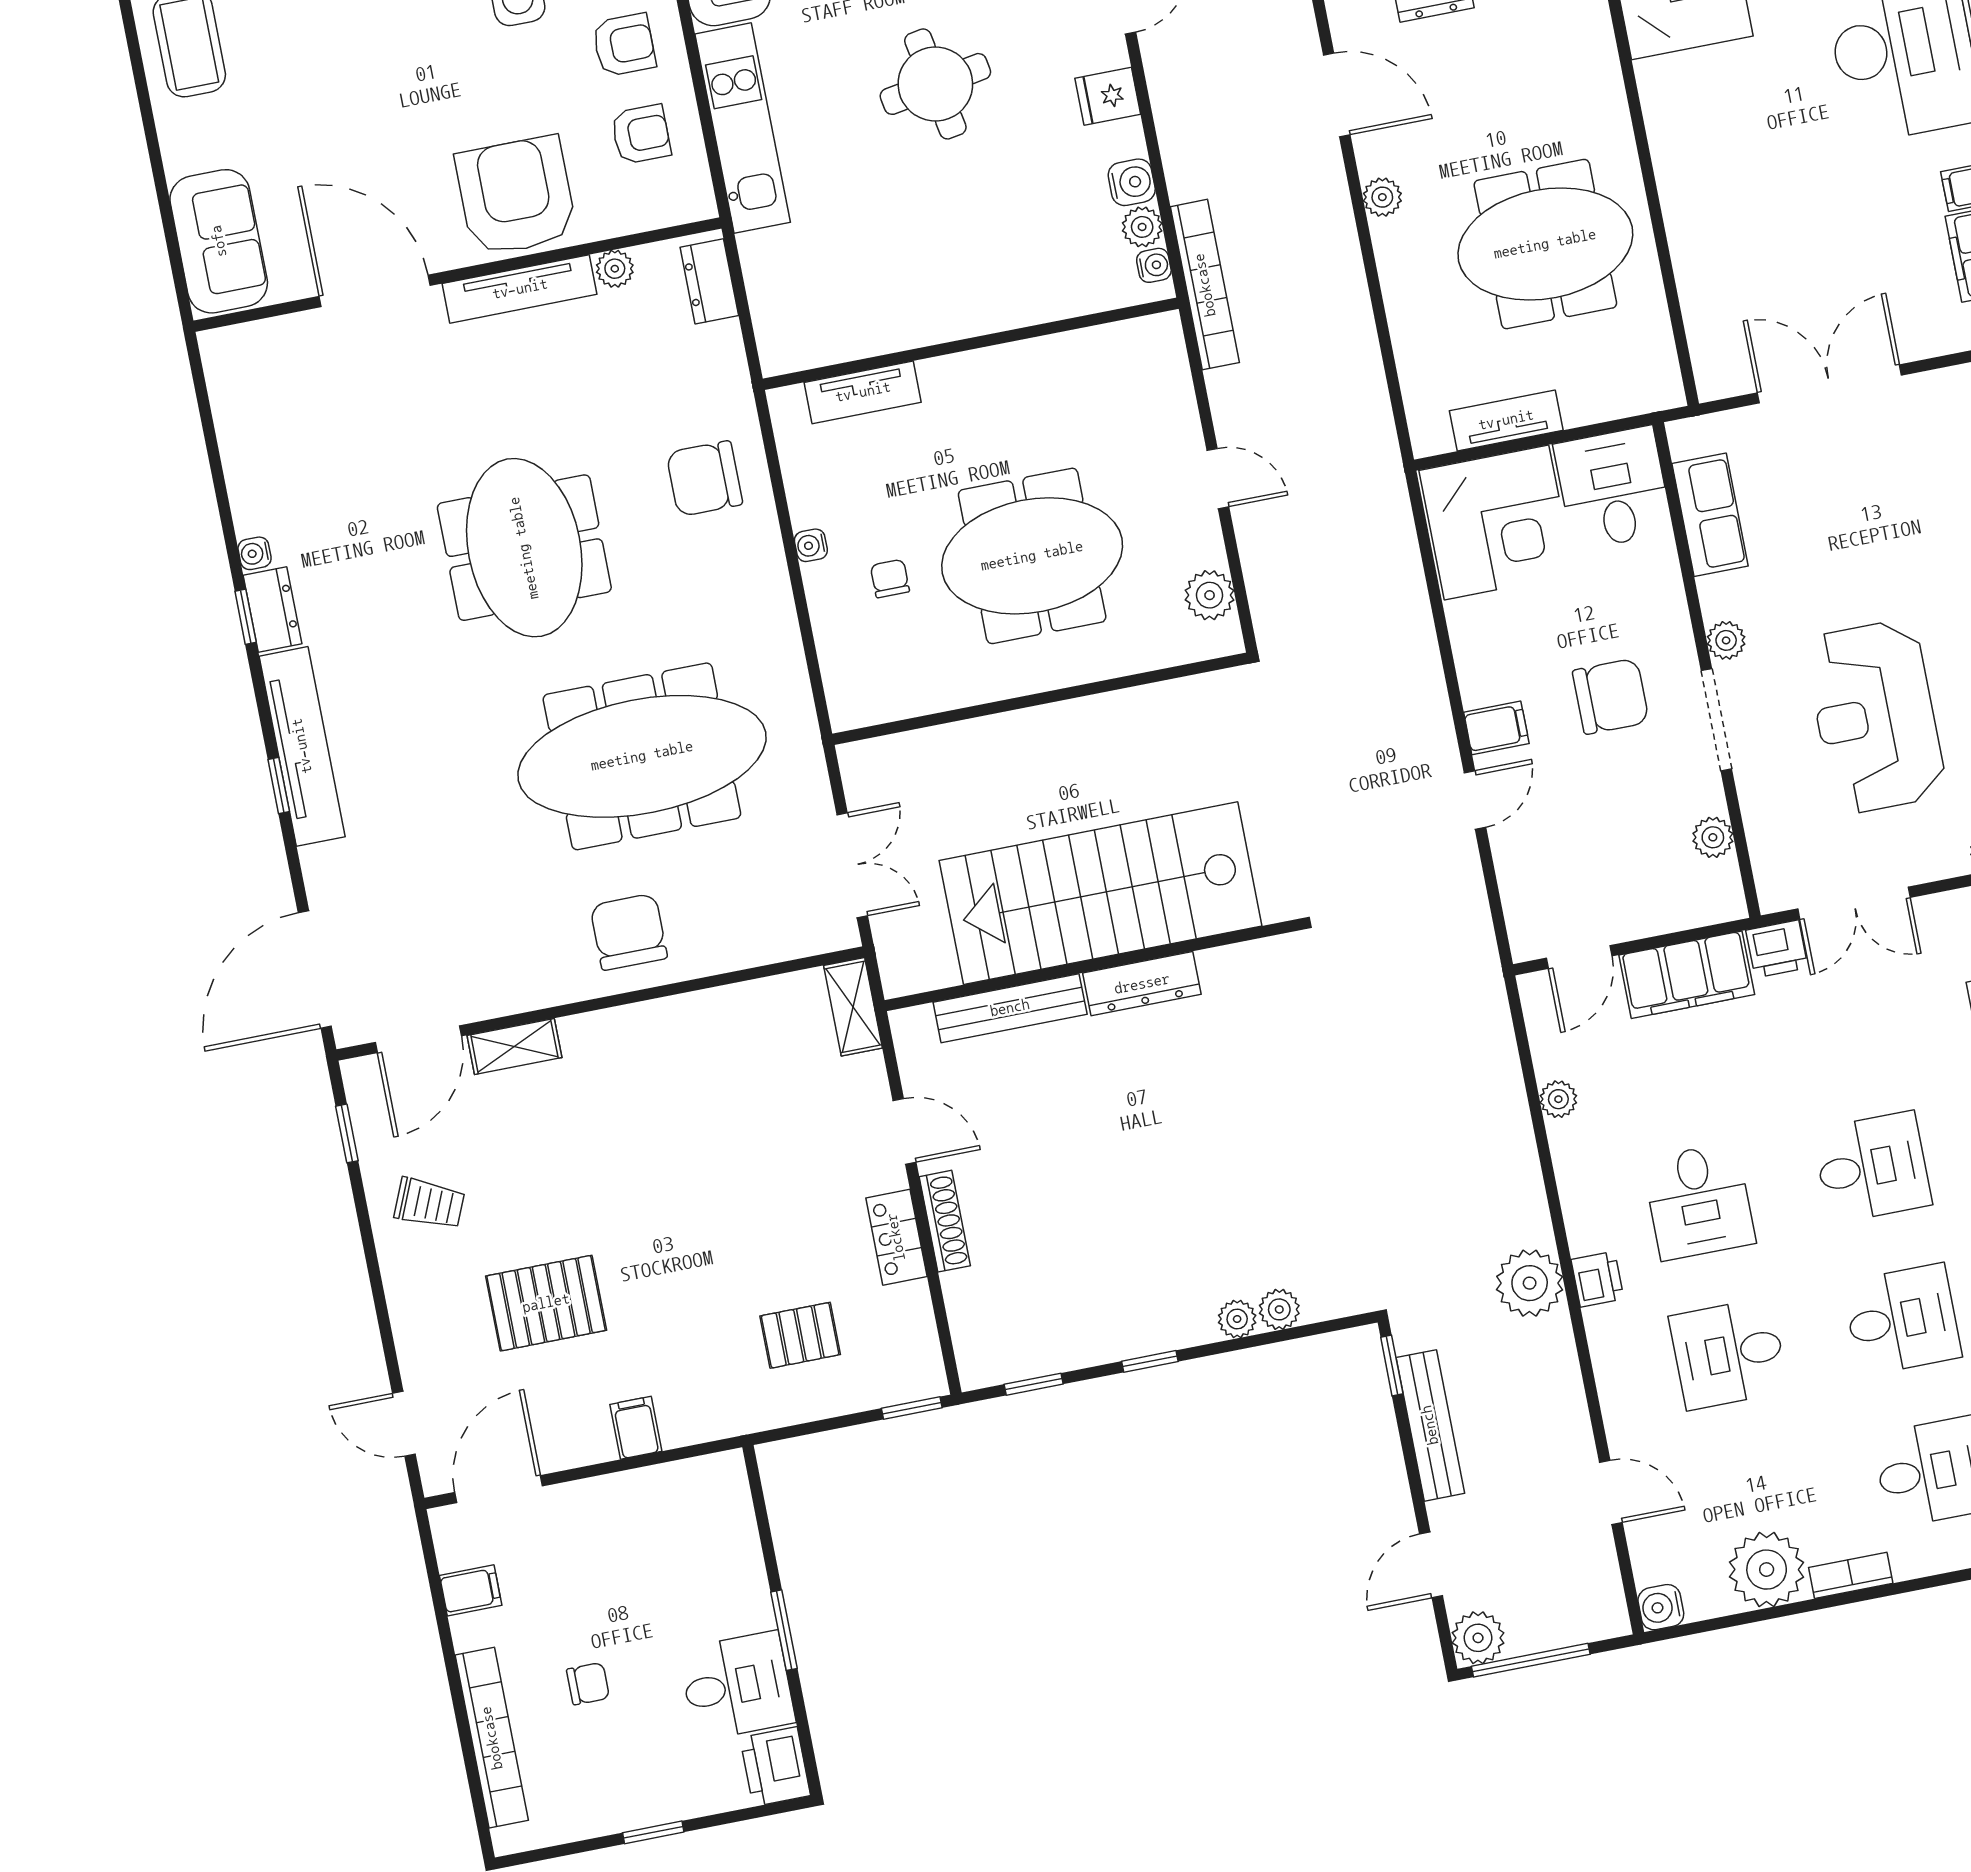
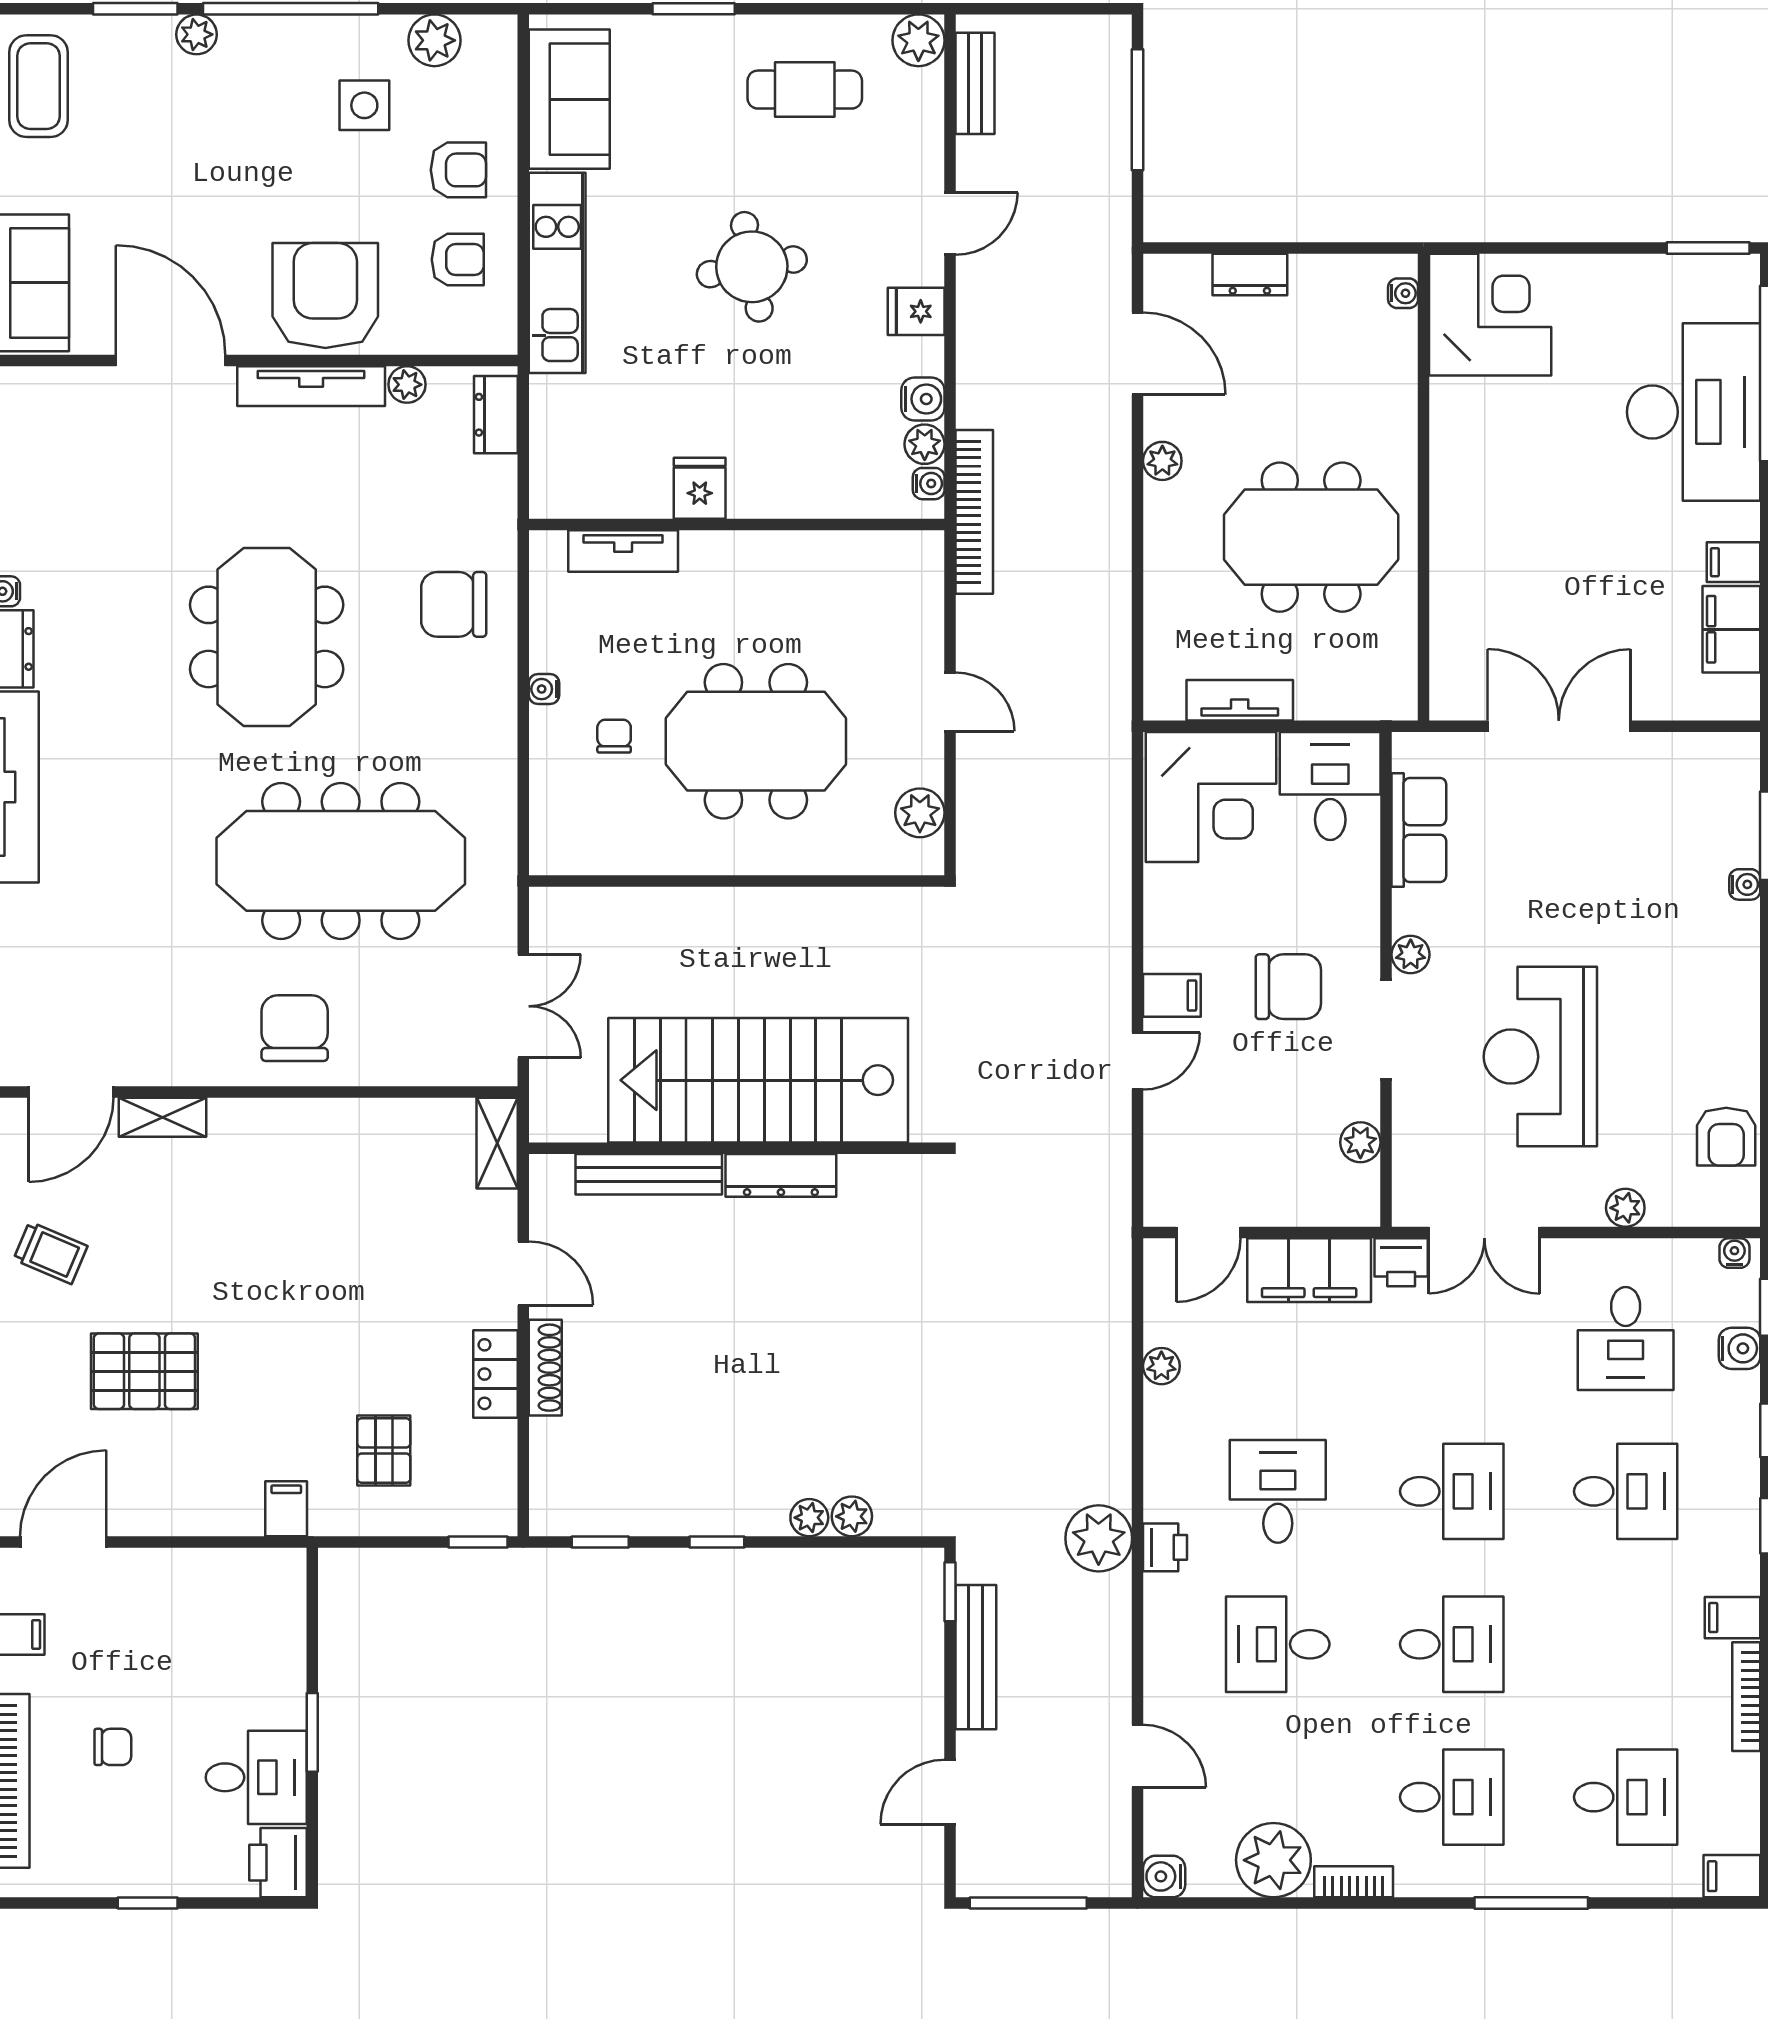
fridge: (927, 315) -> (700, 488), added
desk: (1699, 1201) -> (1278, 1491), turned 180
pallet: (800, 1335) -> (384, 1450), turned 90
filing cabinet: (636, 1428) -> (286, 1509), moved
plant: (1478, 1638) -> (982, 1871), removed

